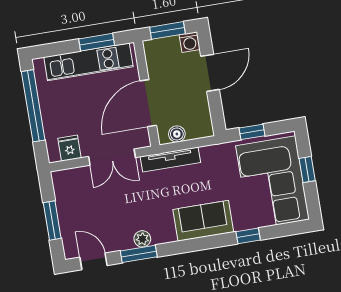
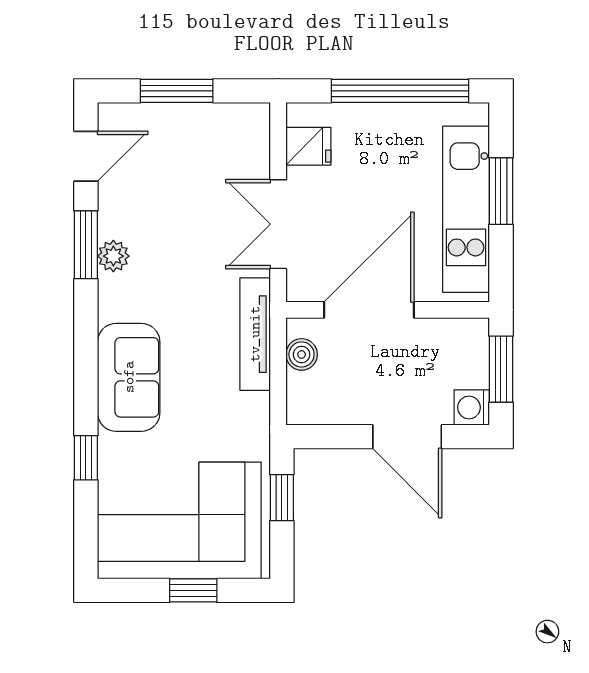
window: (97, 42) -> (501, 191), moved
door: (148, 103) -> (369, 310), hinge flipped

